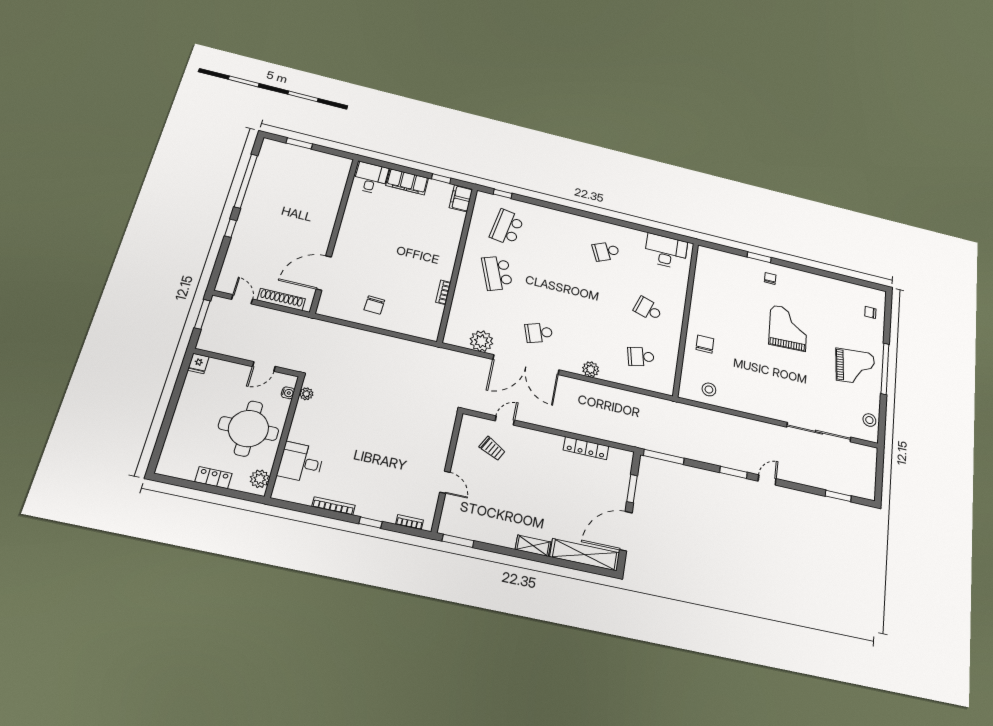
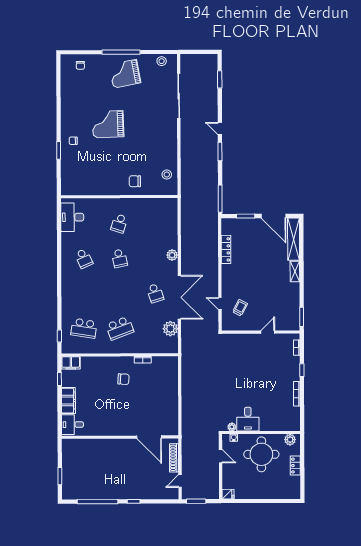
chair: (374, 305) -> (123, 379), moved
school desk: (641, 357) -> (119, 258), moved
grand piano: (855, 367) -> (125, 74), turned -96
desk: (301, 462) -> (248, 419), moved

